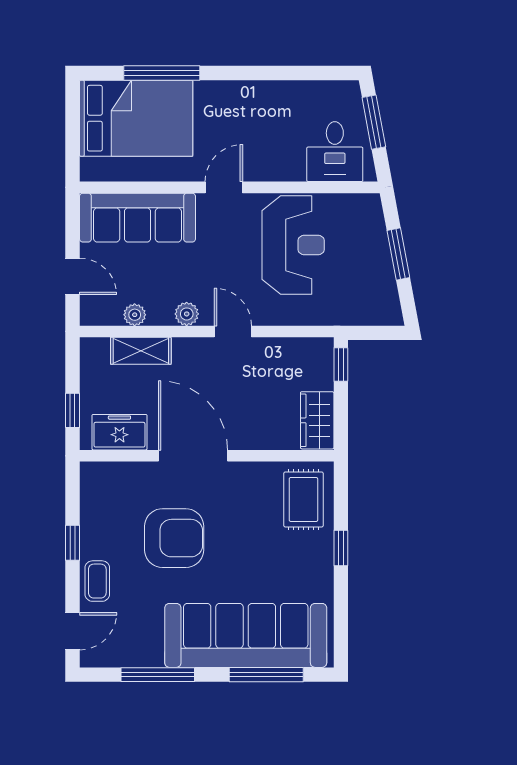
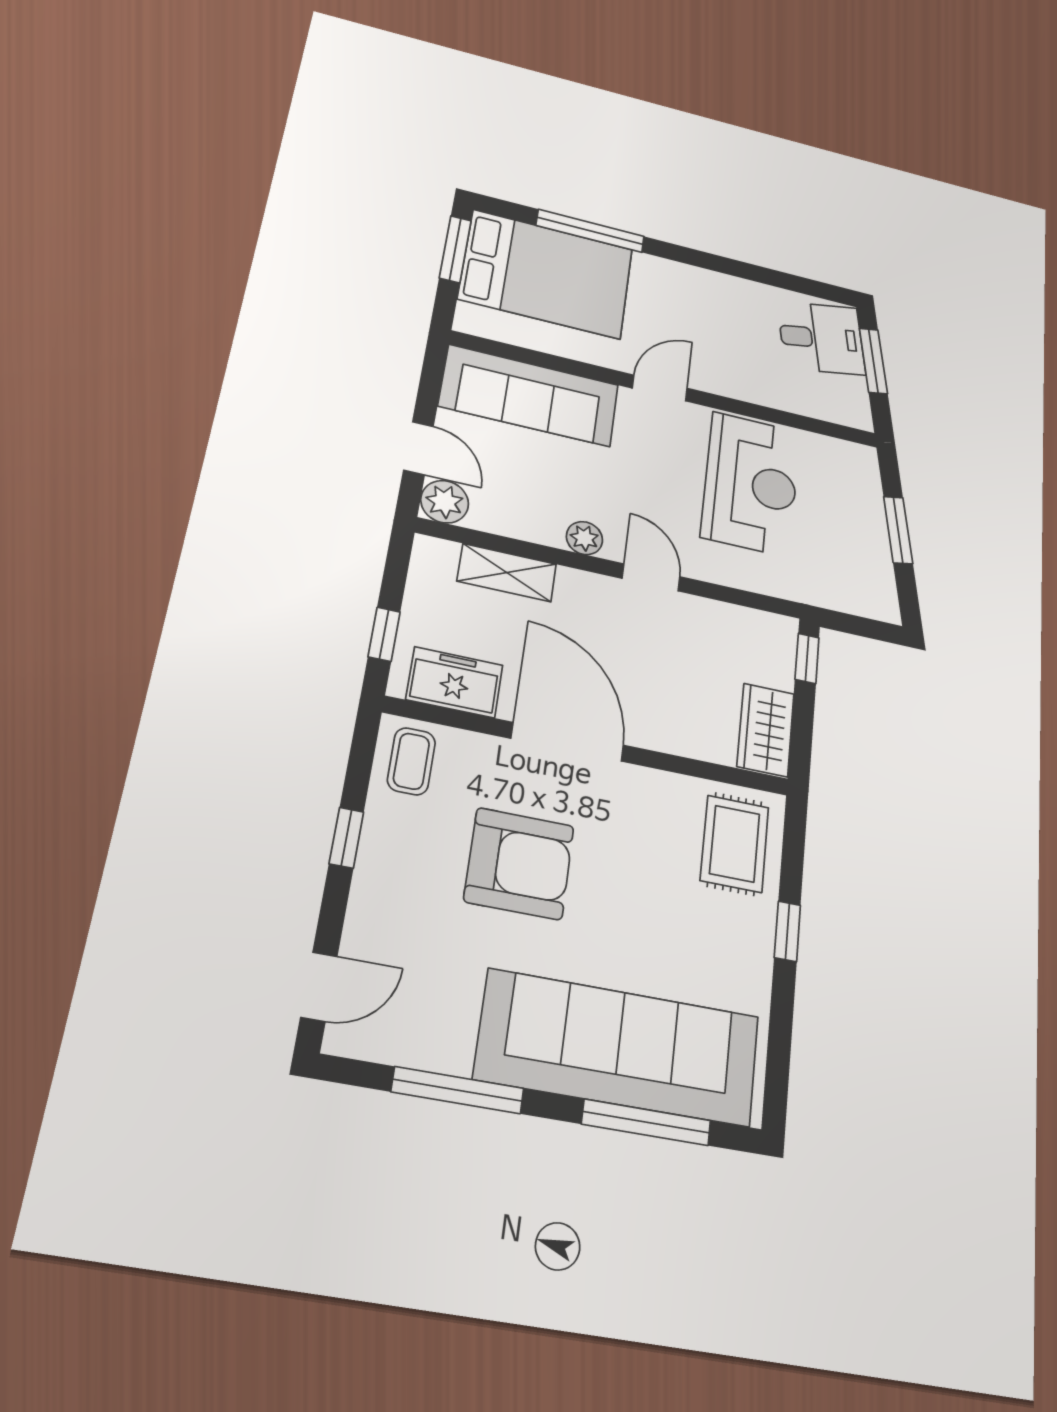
window: (73, 117) -> (455, 249), added
desk: (335, 152) -> (821, 338), moved, turned -101
plant: (135, 315) -> (445, 502), moved, width x1.38, depth x1.38
coffee table: (97, 581) -> (411, 761), moved

